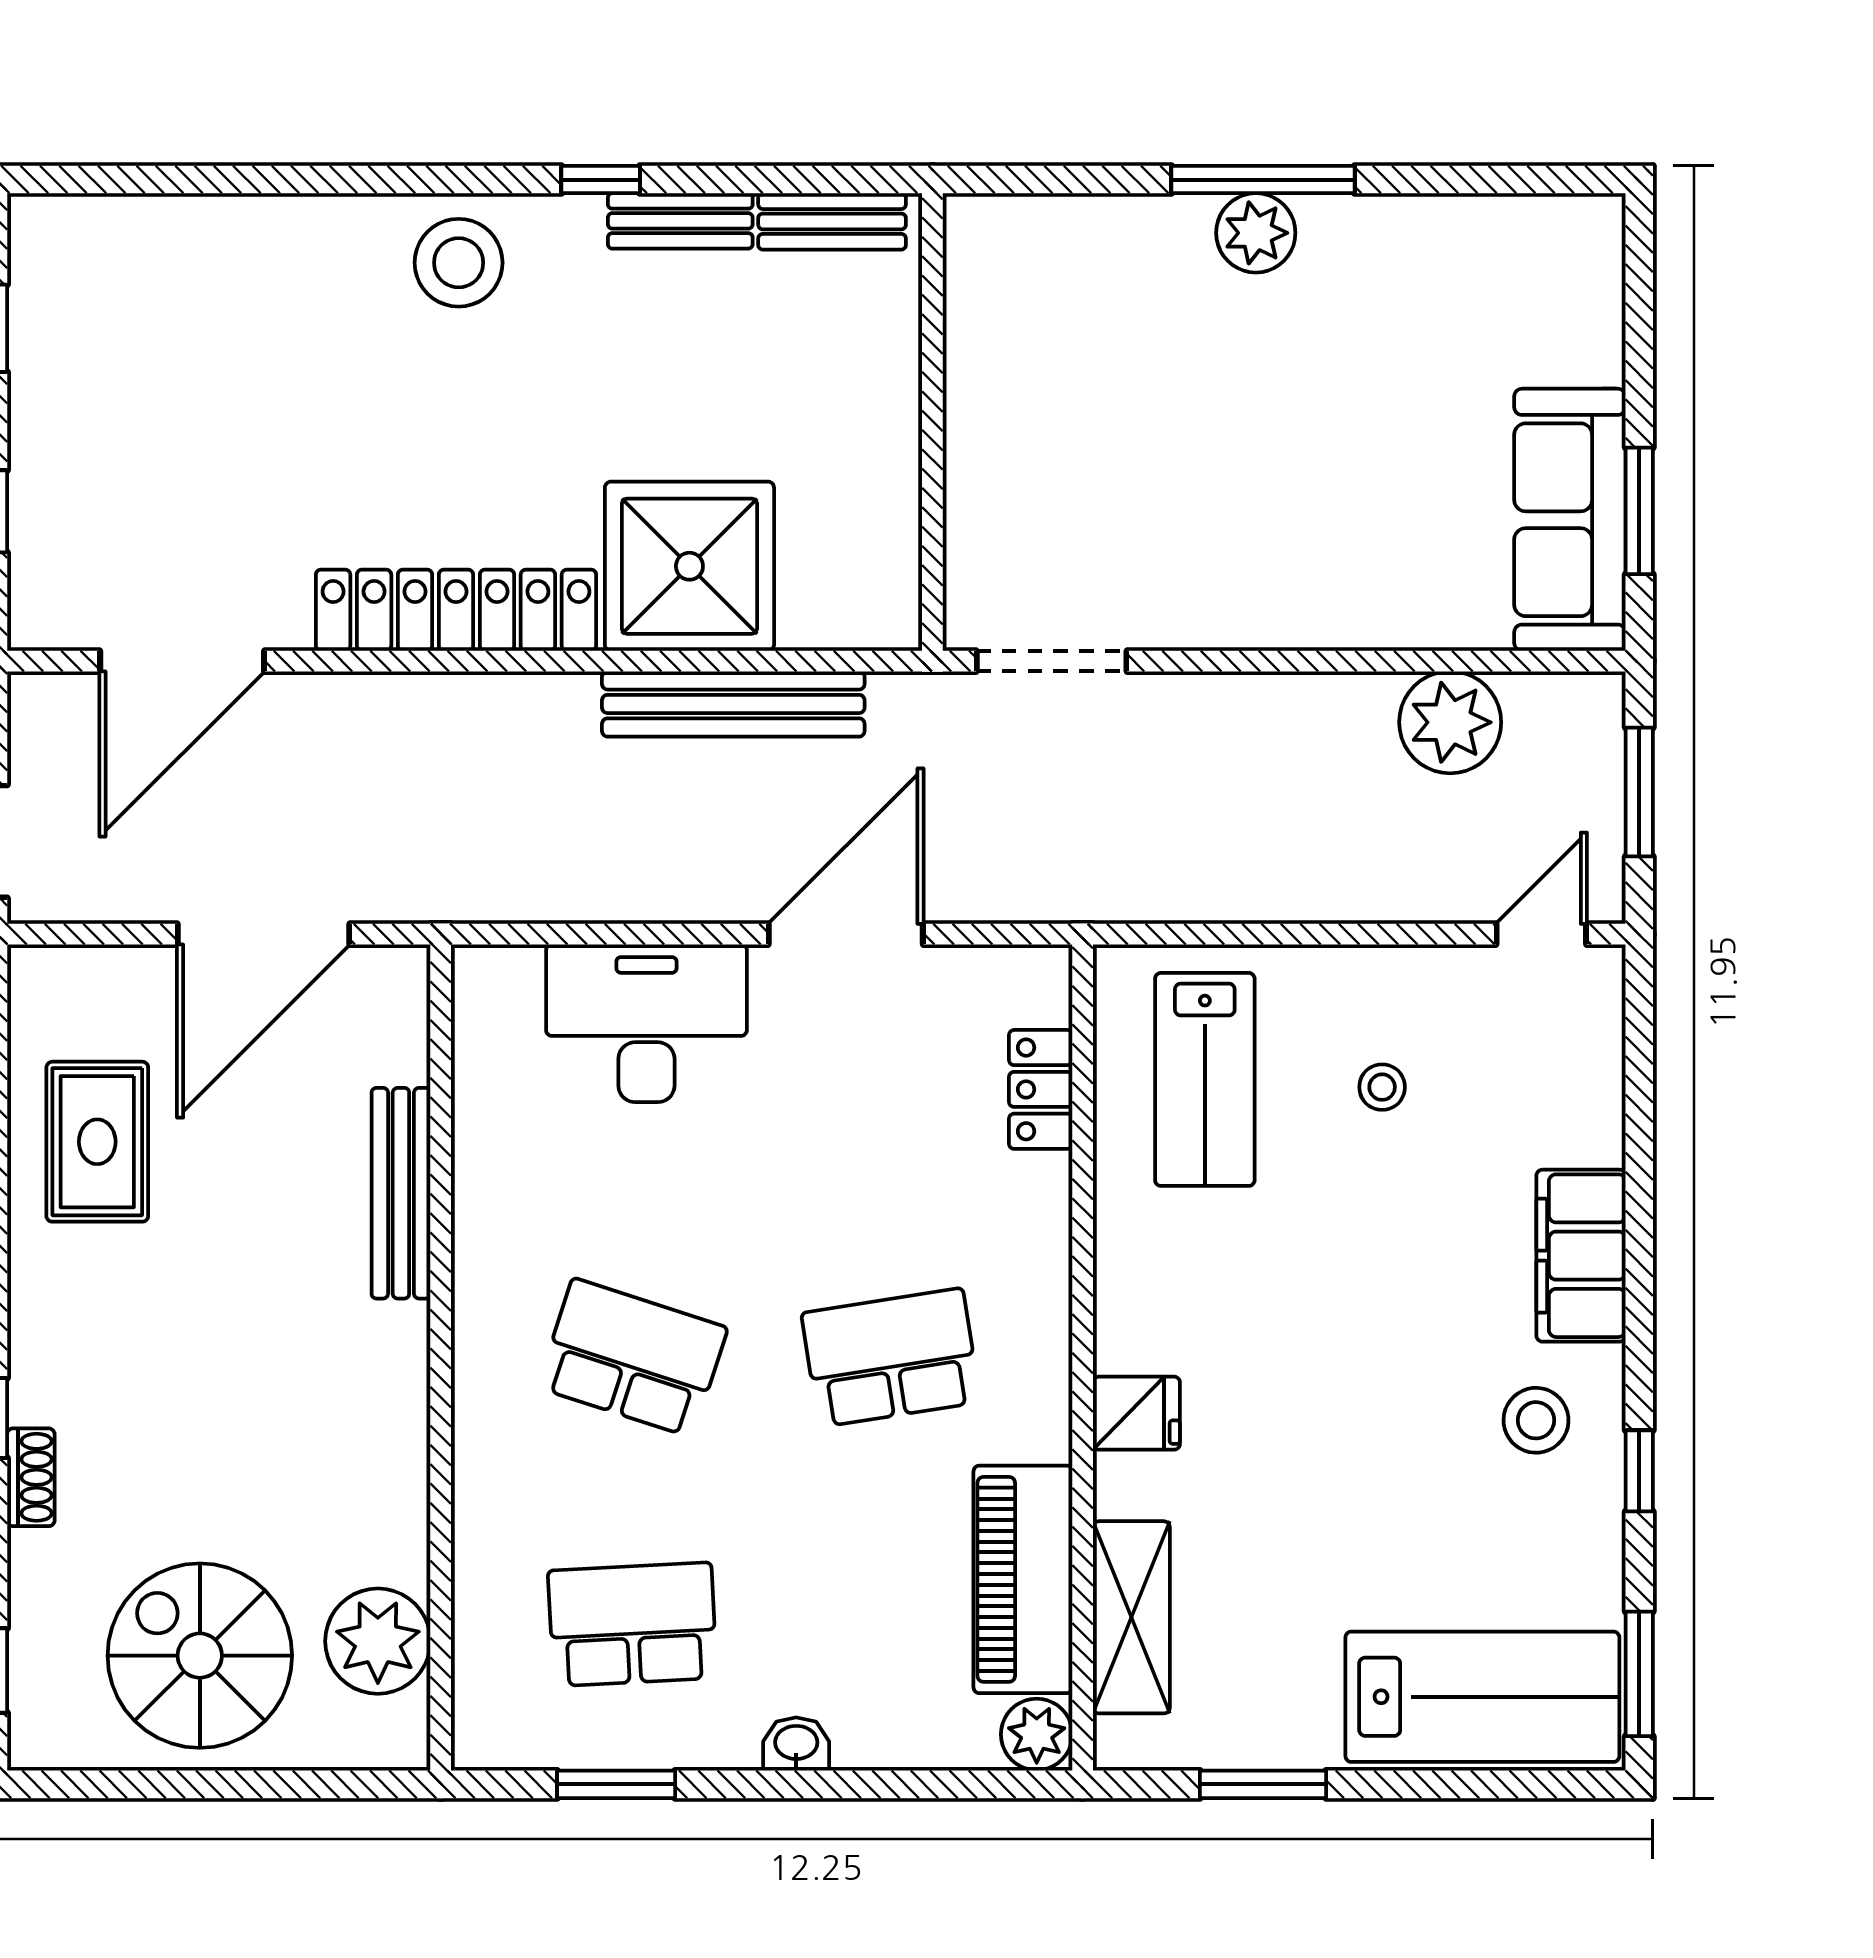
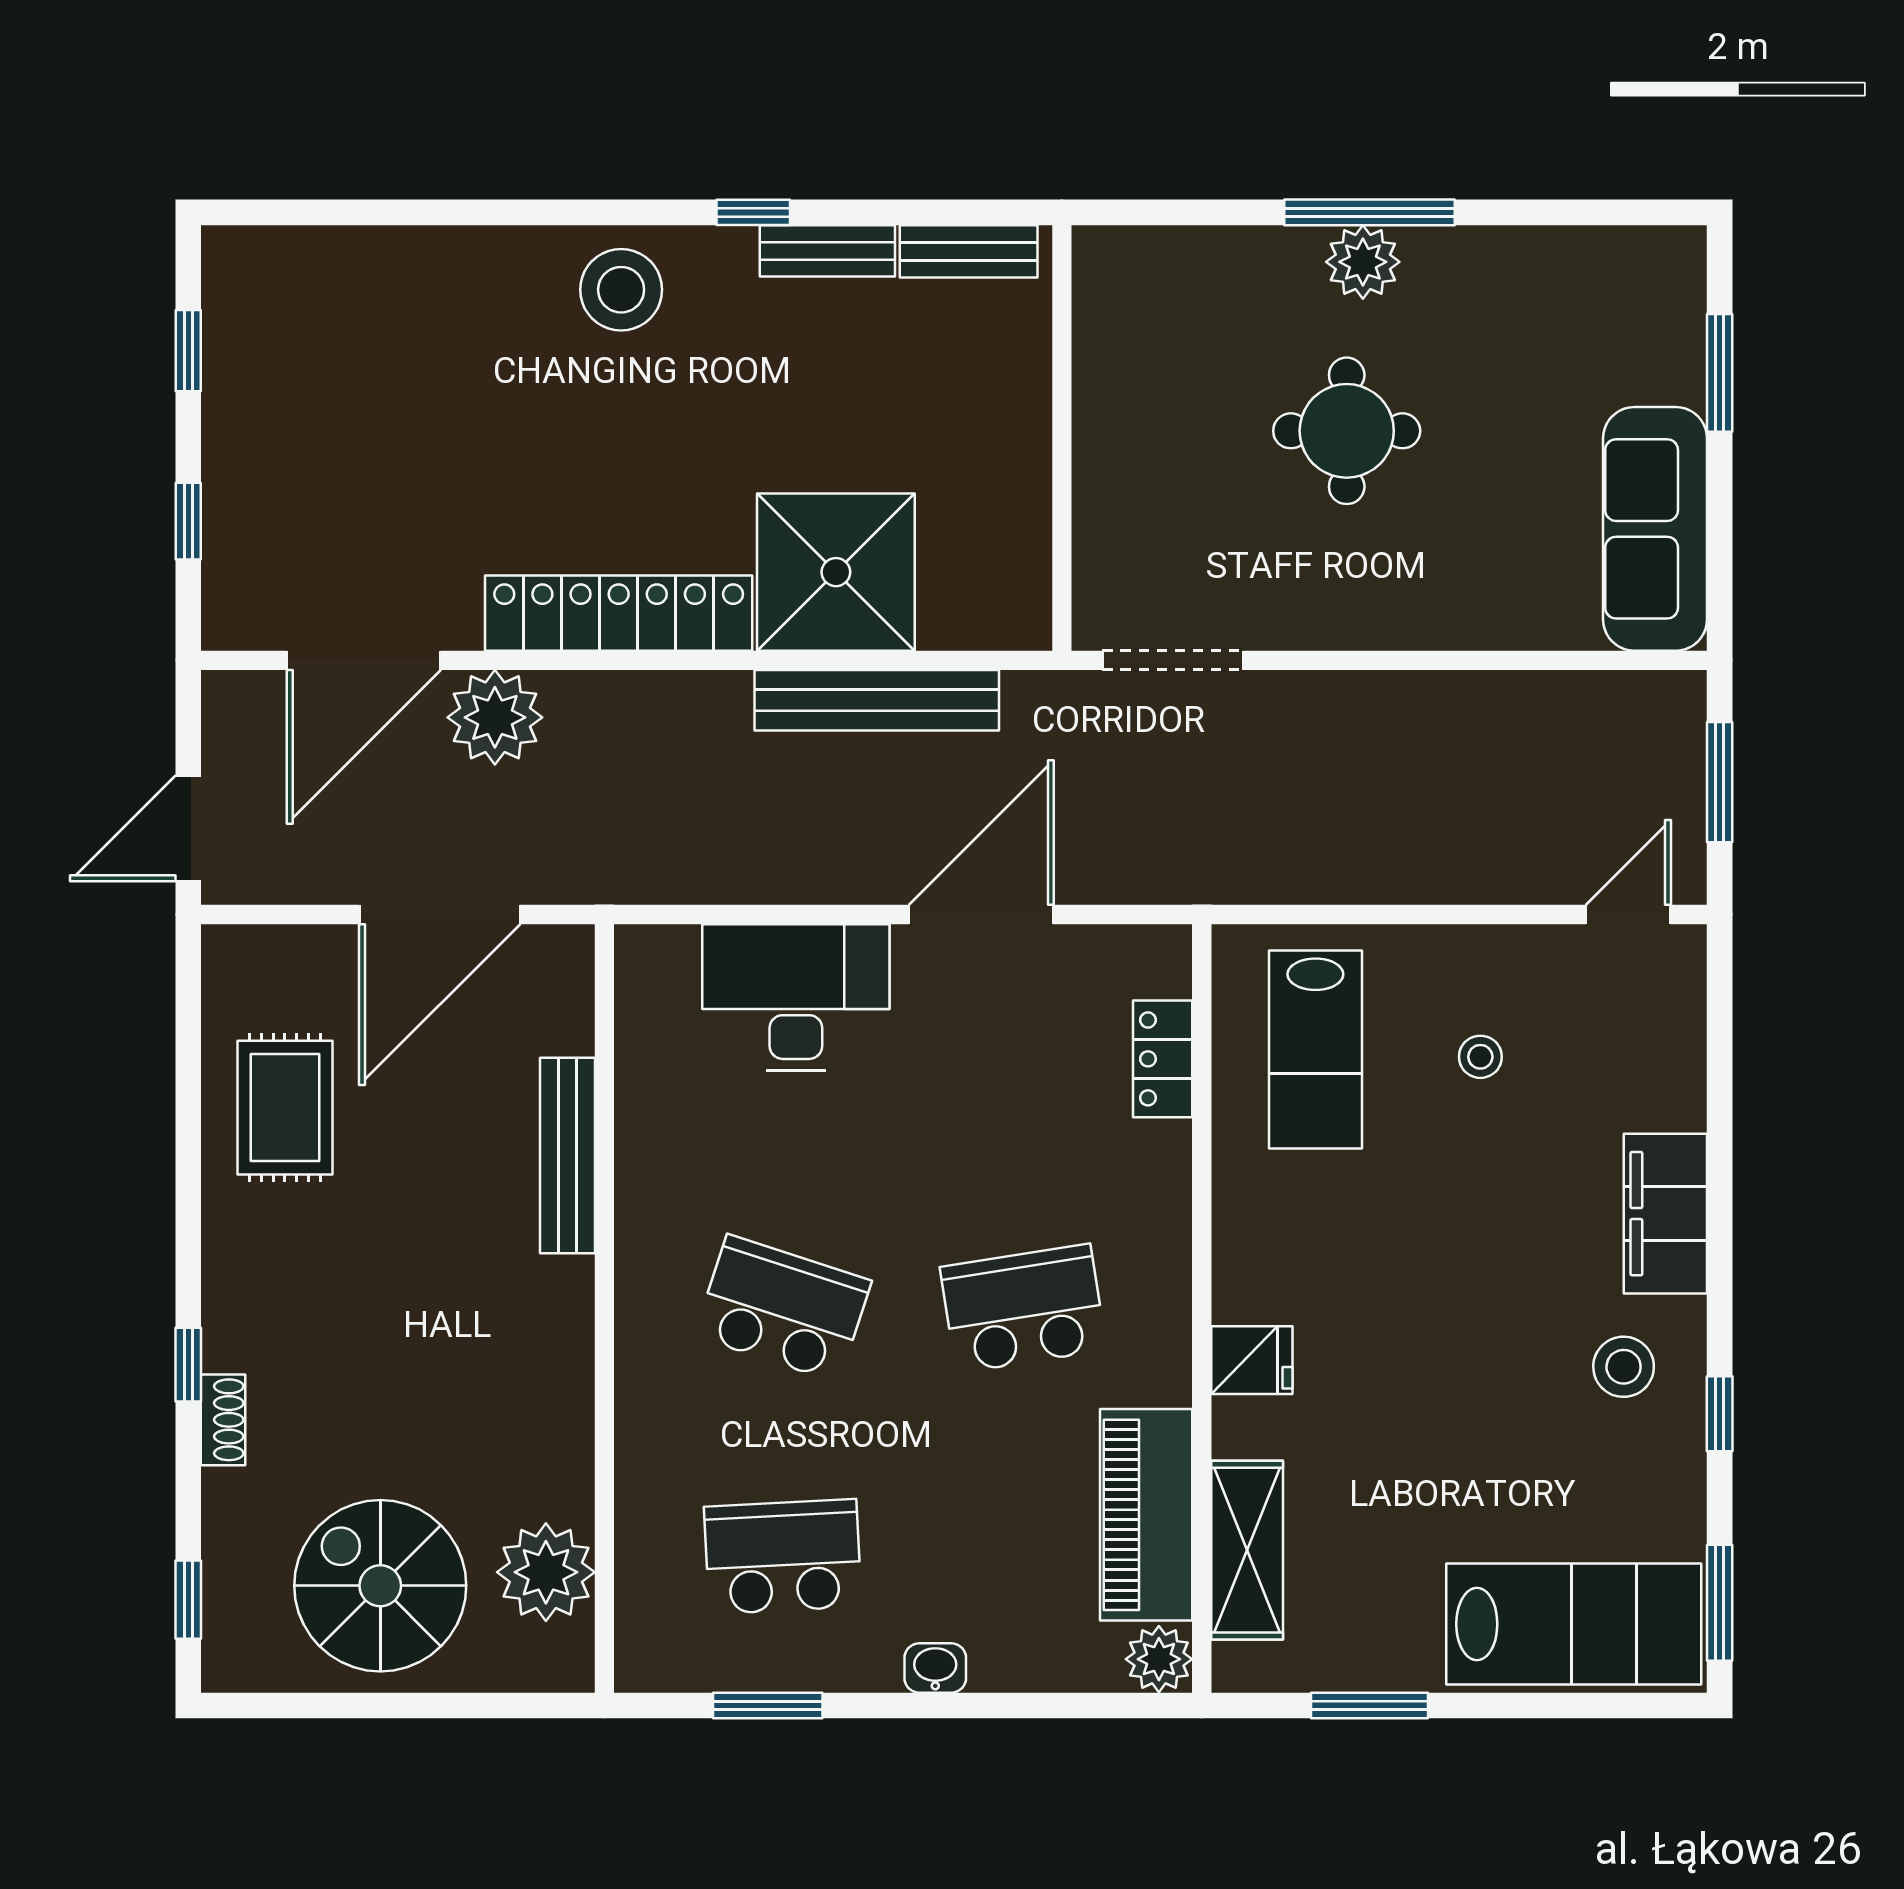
round table: (1238, 414) -> (1347, 431), added
window: (1639, 511) -> (1720, 373), moved
plant: (1450, 722) -> (495, 717), moved

